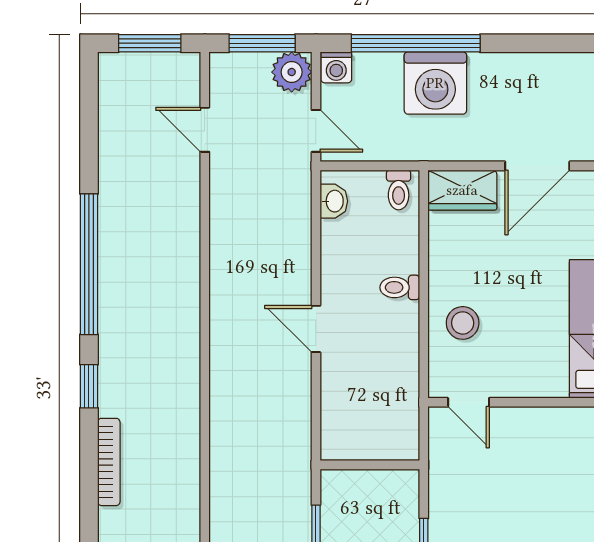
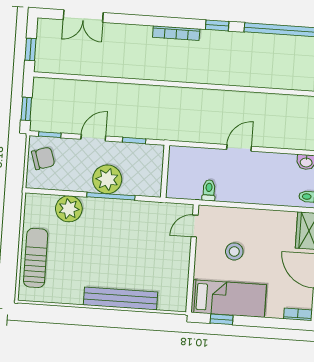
toilet: (400, 287) -> (209, 190), moved
stool: (463, 323) -> (234, 251), moved

